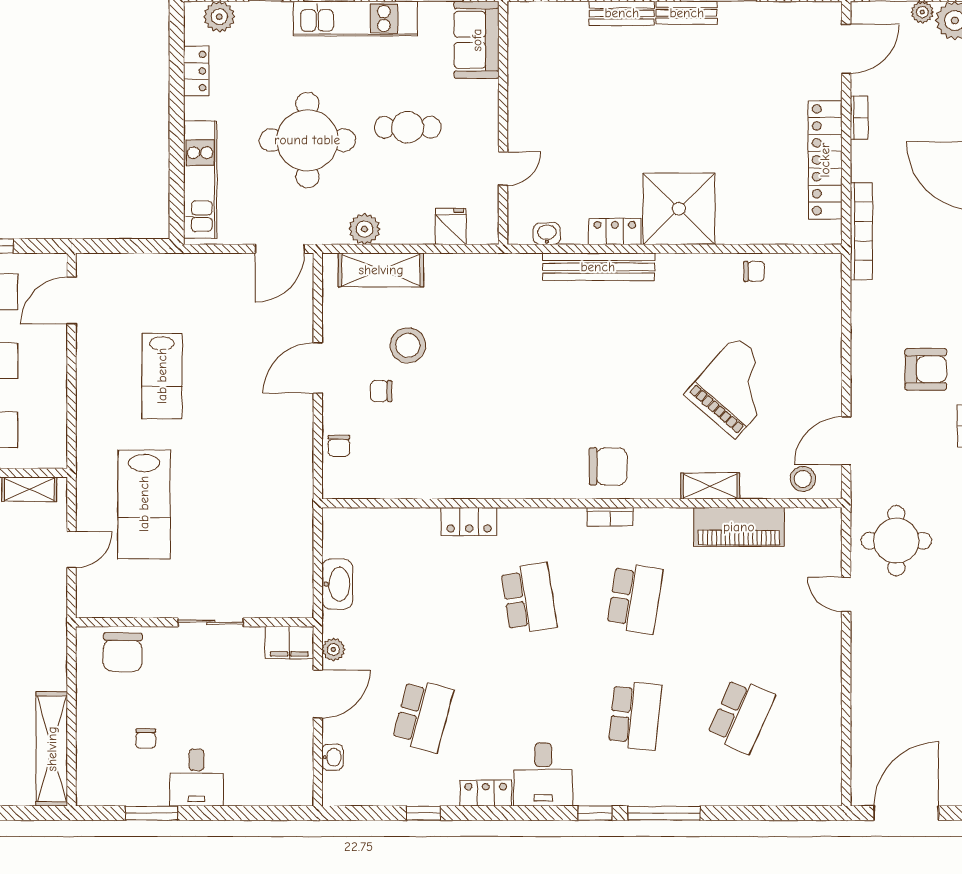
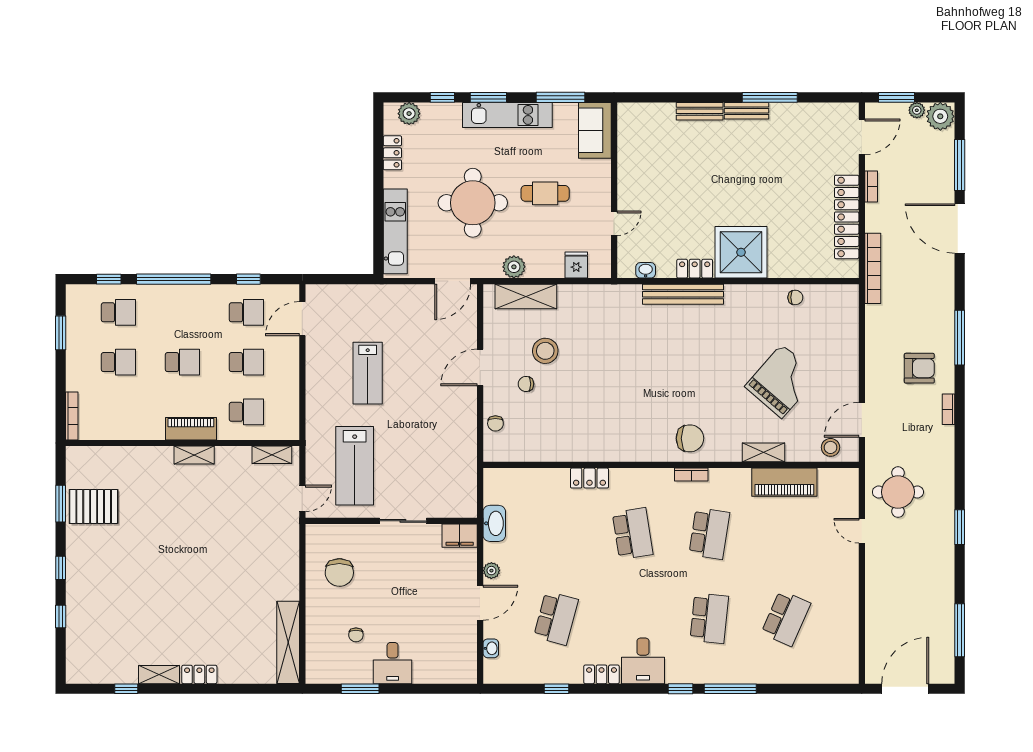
wall: (195, 622) -> (391, 521), moved
sliding door: (211, 622) -> (403, 521), moved
filing cabinet: (289, 643) -> (460, 536), moved

